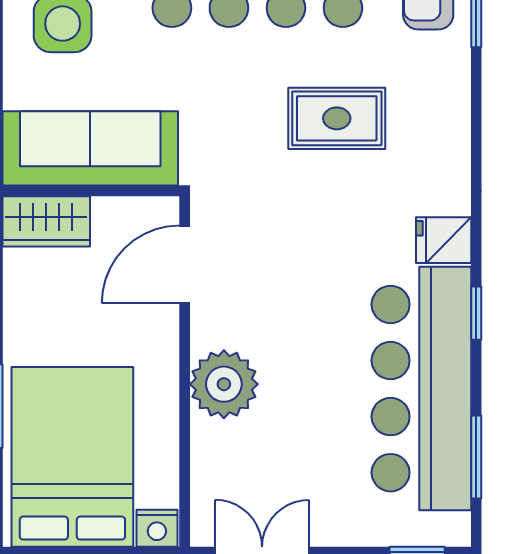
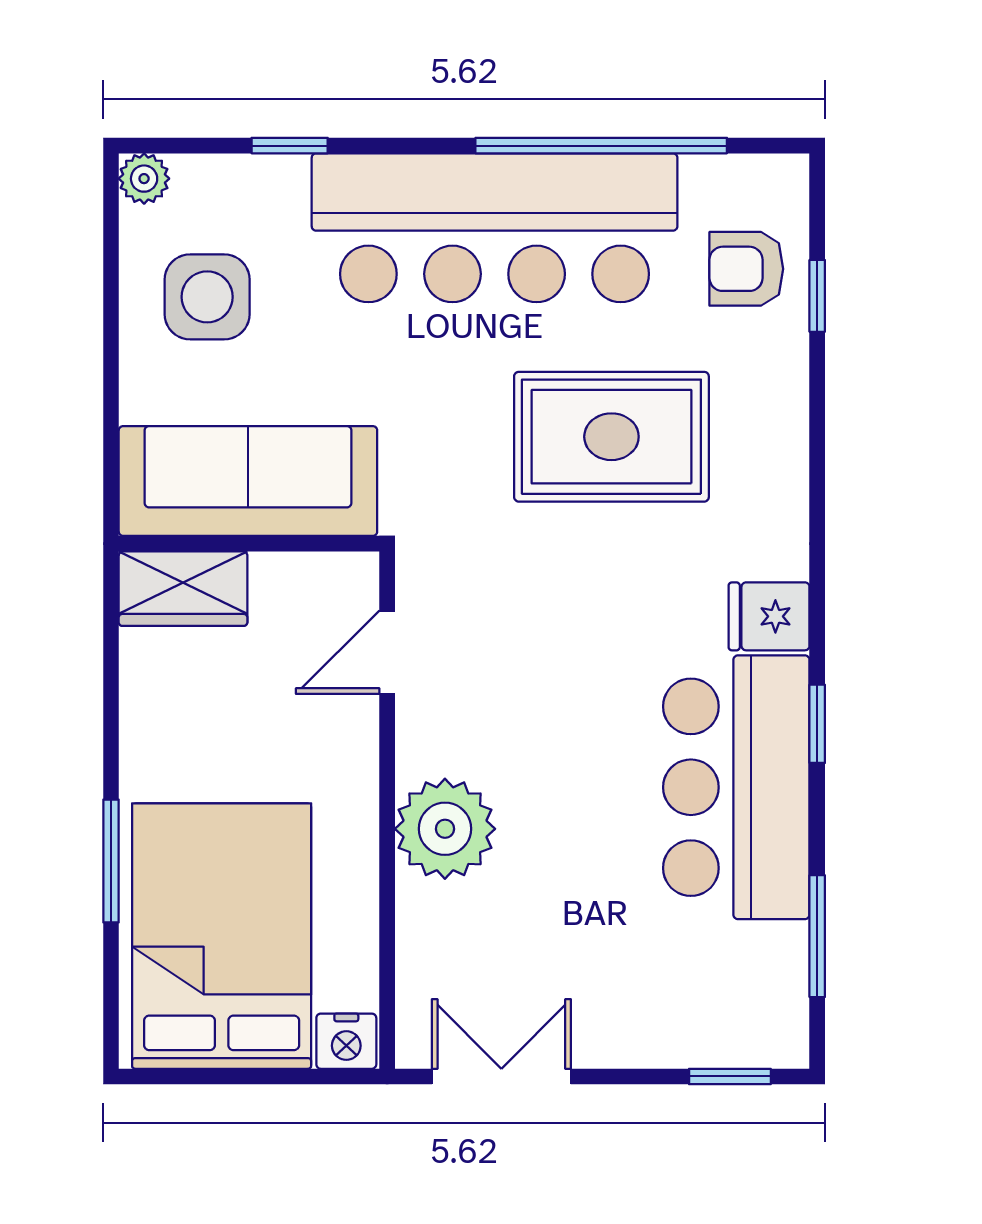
rug: (337, 118) -> (611, 437), width x1.36, depth x1.43
door: (185, 265) -> (387, 652), width x0.73
bar counter: (421, 389) -> (736, 787), width x0.73

